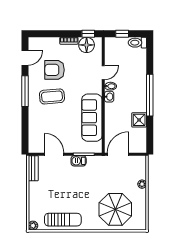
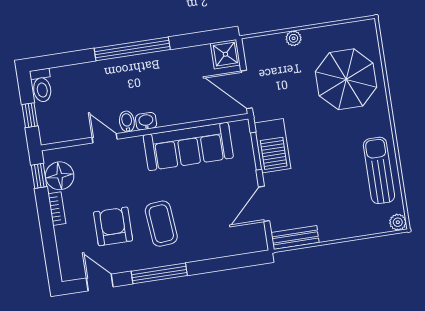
armchair: (55, 70) -> (113, 226), turned 180
shower: (139, 120) -> (225, 54), moved
barbecue: (79, 161) -> (273, 146), width x1.88, depth x1.53

